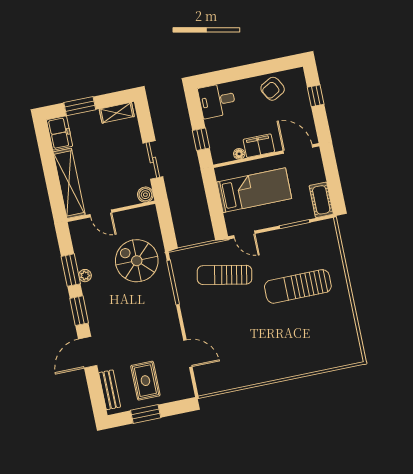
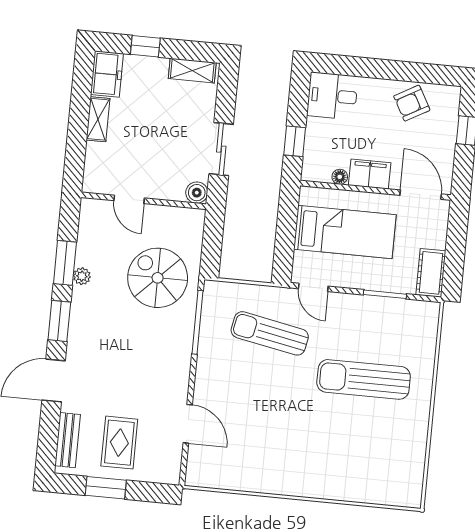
window: (80, 106) -> (145, 46), width x0.67
shelving: (69, 183) -> (98, 119), width x0.45, depth x0.75

